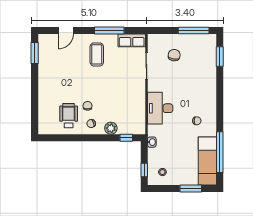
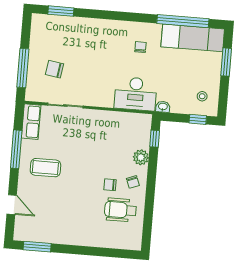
window: (194, 30) -> (23, 68), moved
desk: (160, 108) -> (136, 94), moved

